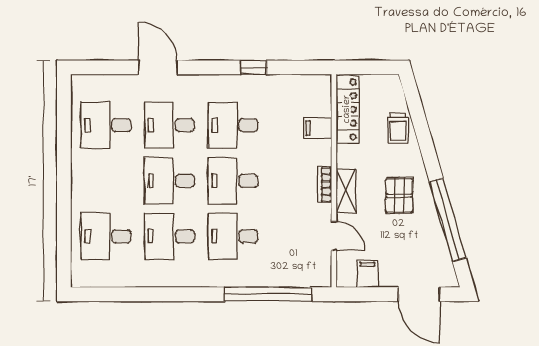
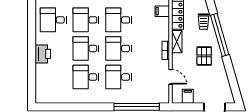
filing cabinet: (318, 128) -> (162, 11), moved
printer: (86, 191) -> (43, 54), added
shelving: (346, 191) -> (177, 42), moved
window: (448, 220) -> (220, 35), moved
desk: (106, 236) -> (53, 77), removed

